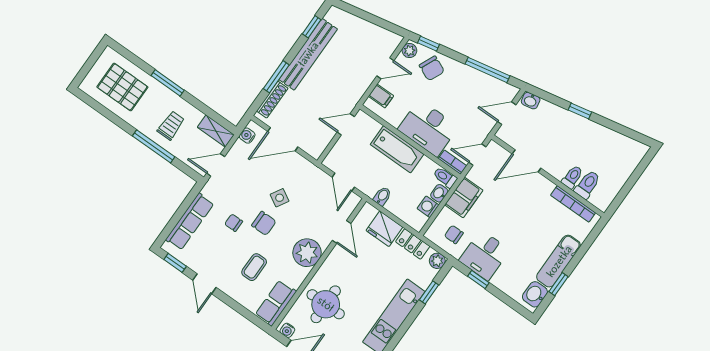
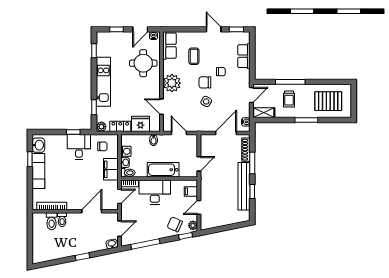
window: (312, 27) -> (252, 191), moved
row of seats: (190, 222) -> (244, 56), width x0.68

